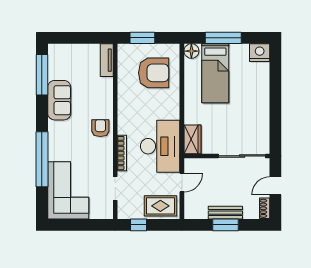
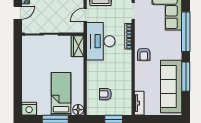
armchair: (154, 73) -> (105, 94), width x0.53, depth x0.53
window: (42, 75) -> (186, 77), moved
sofa: (59, 100) -> (171, 86), width x1.85, depth x1.27

